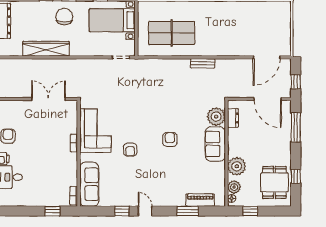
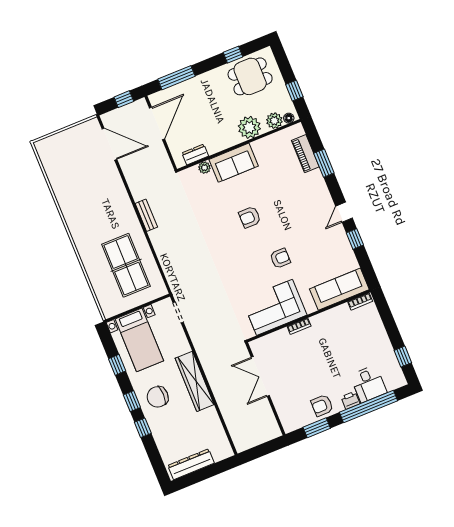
wardrobe: (46, 49) -> (195, 381), moved
plant: (216, 117) -> (204, 168), width x0.53, depth x0.53
window: (53, 211) -> (403, 357), moved

